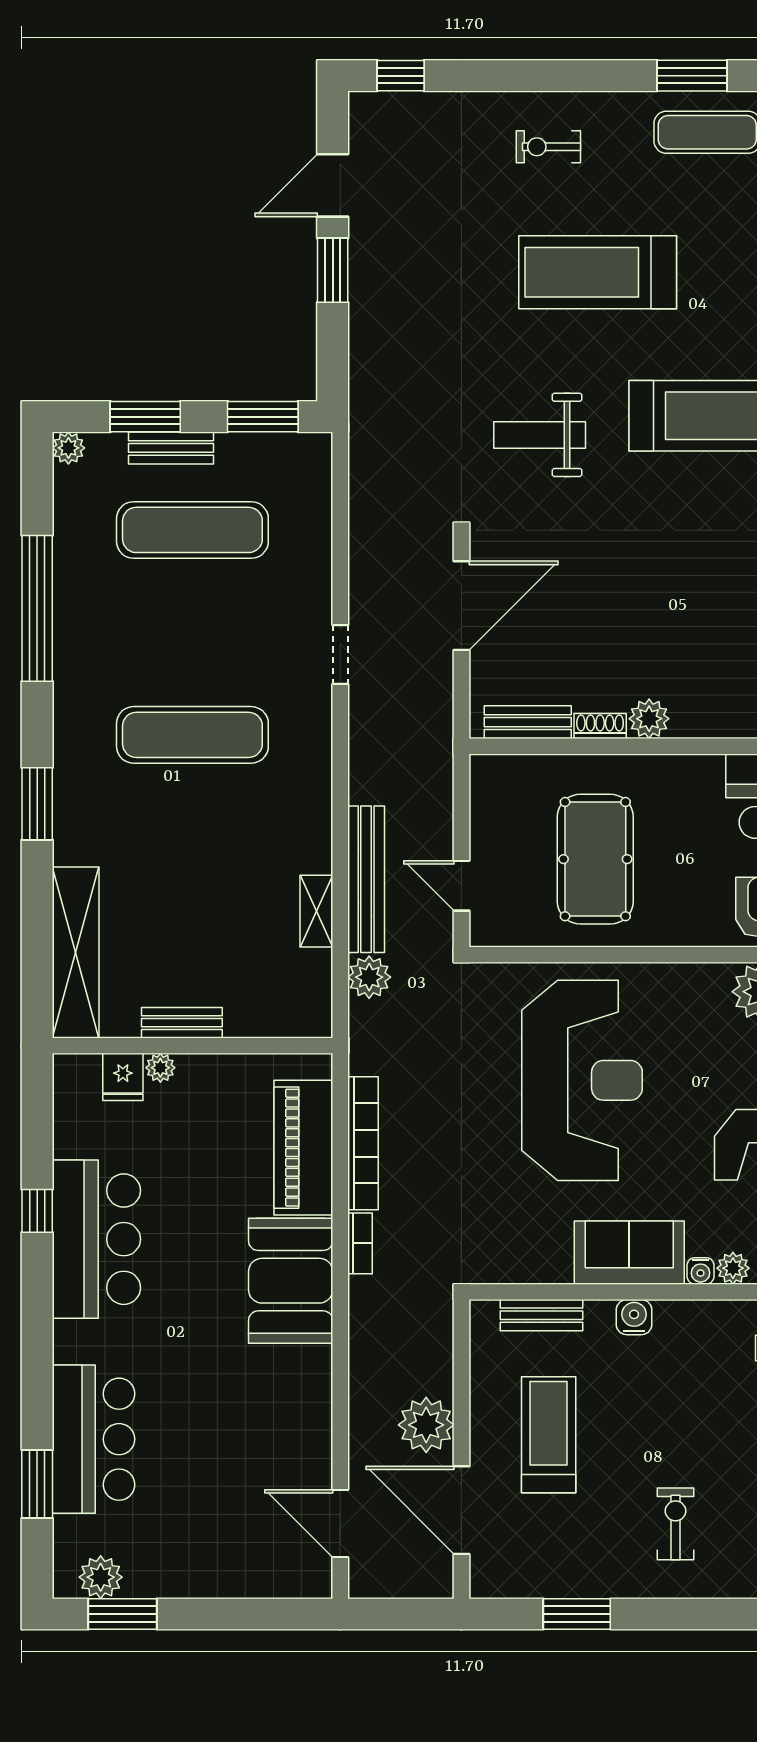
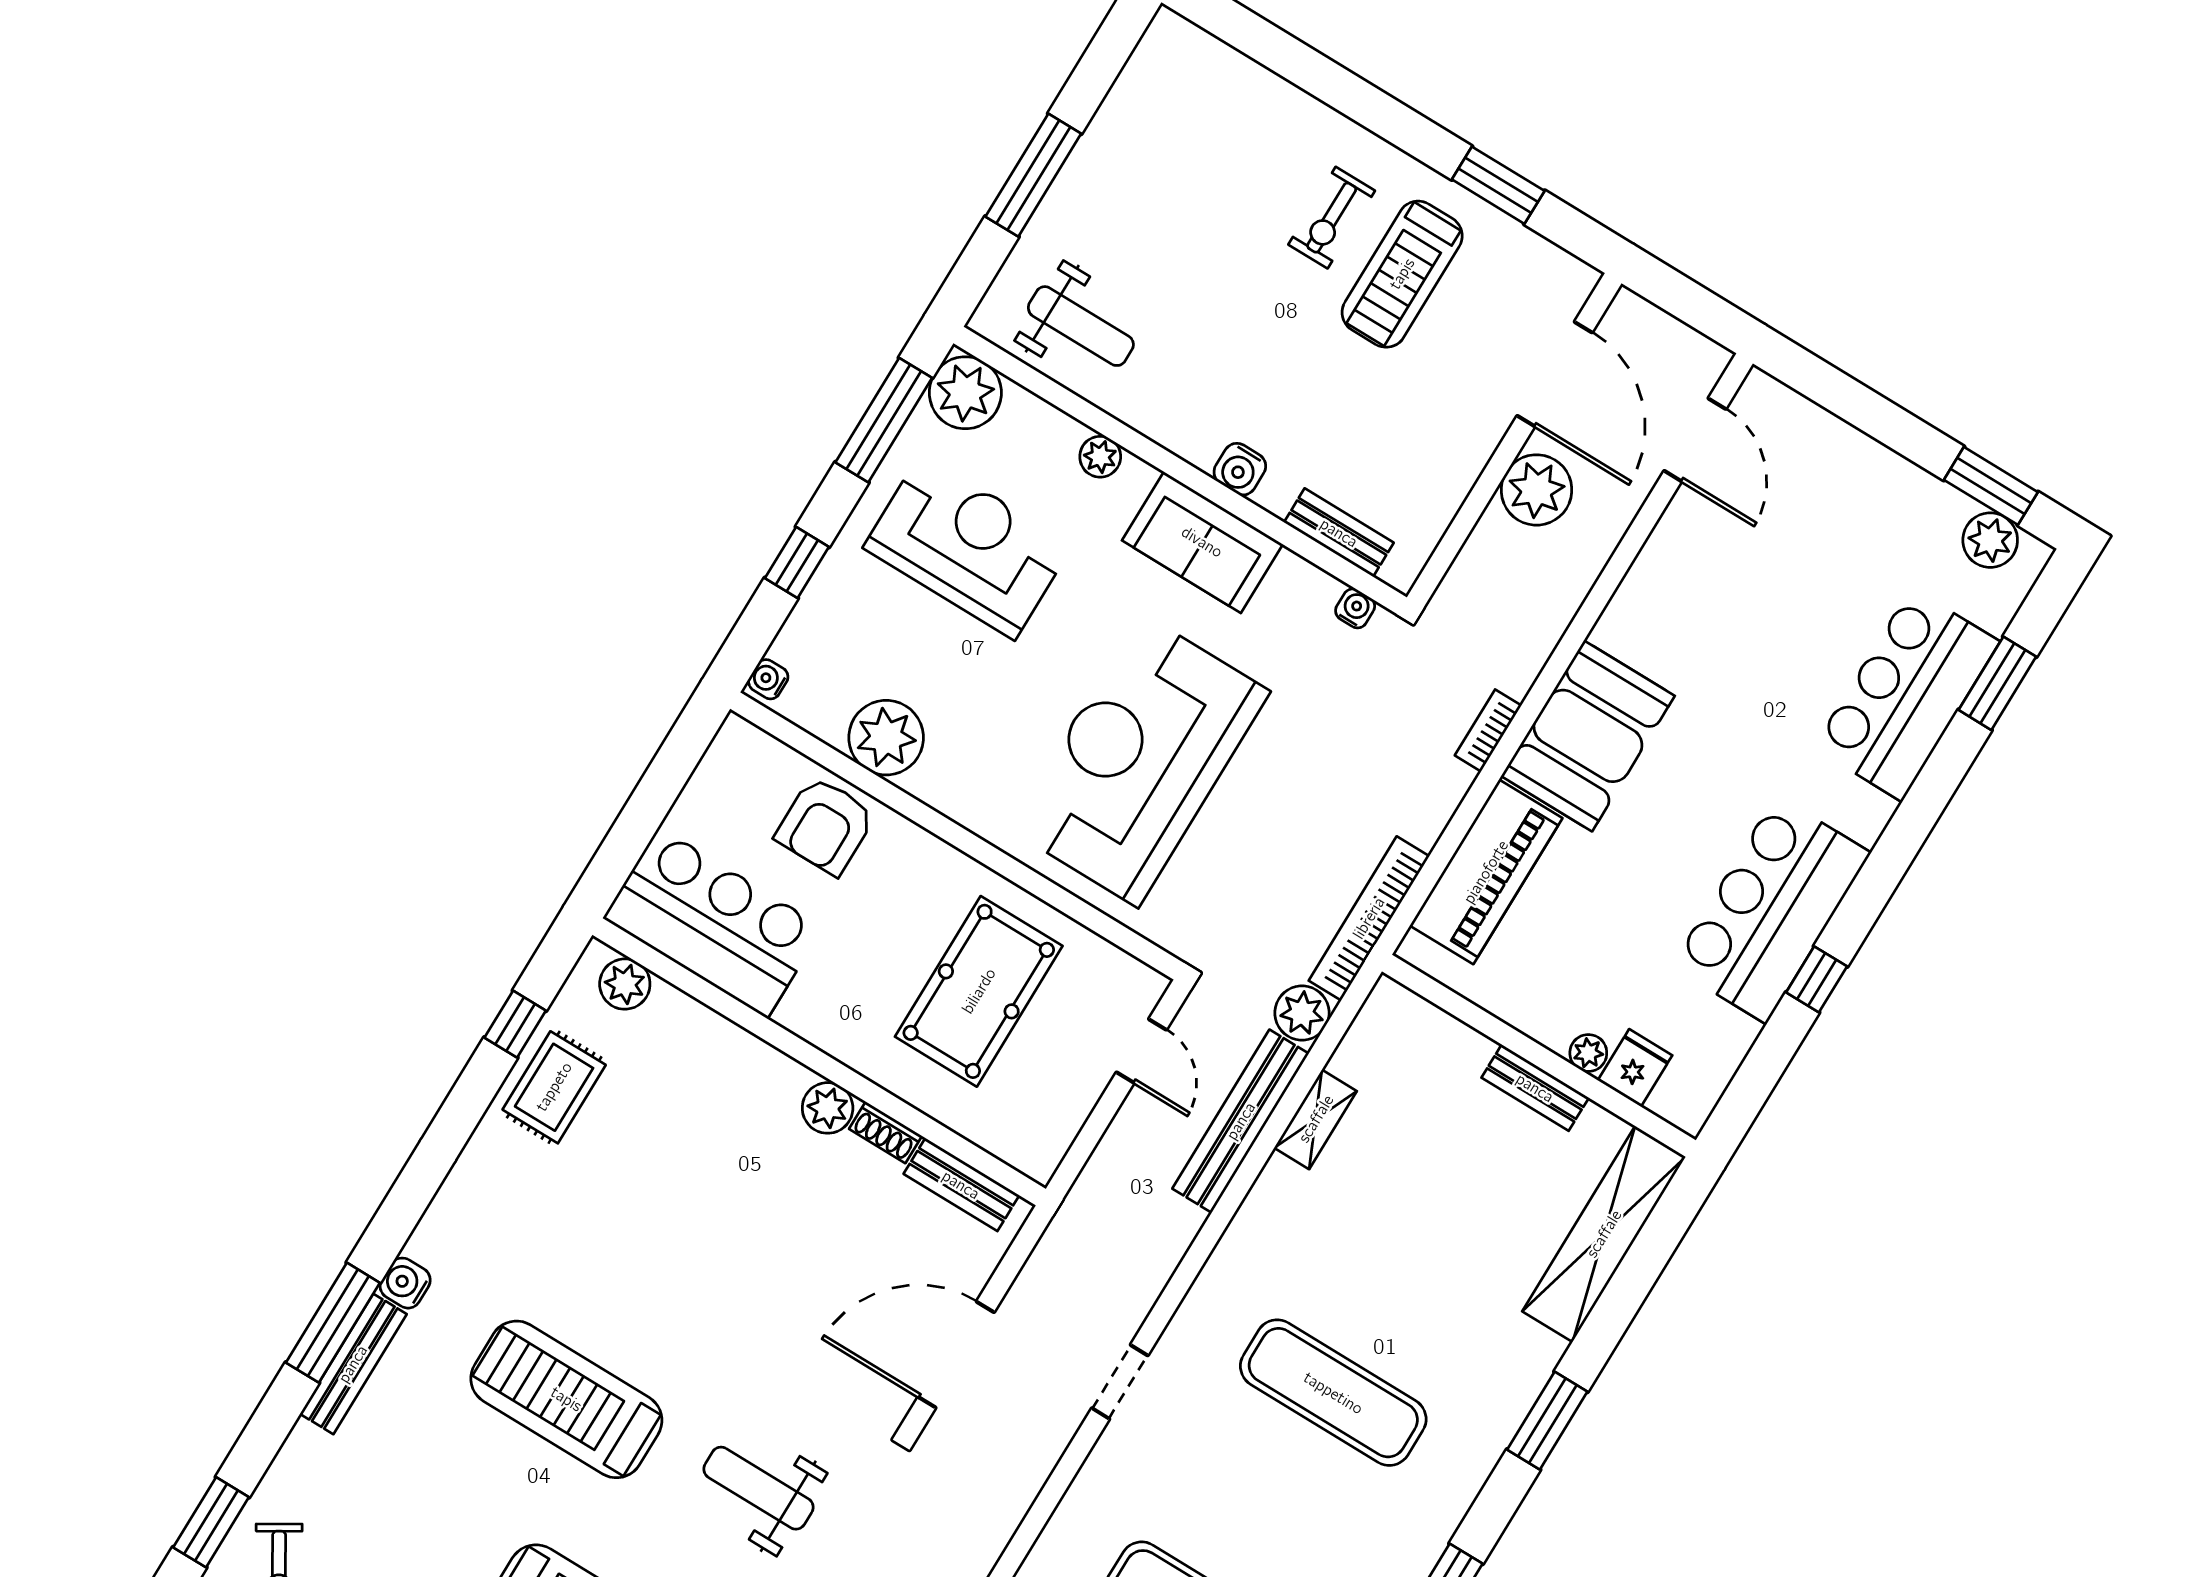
weight bench: (540, 435) -> (758, 1488), turned 180
bookcase: (363, 1143) -> (1369, 918), moved
water cooler: (701, 1271) -> (1355, 608), moved
treadmill: (549, 1435) -> (1402, 274), moved

